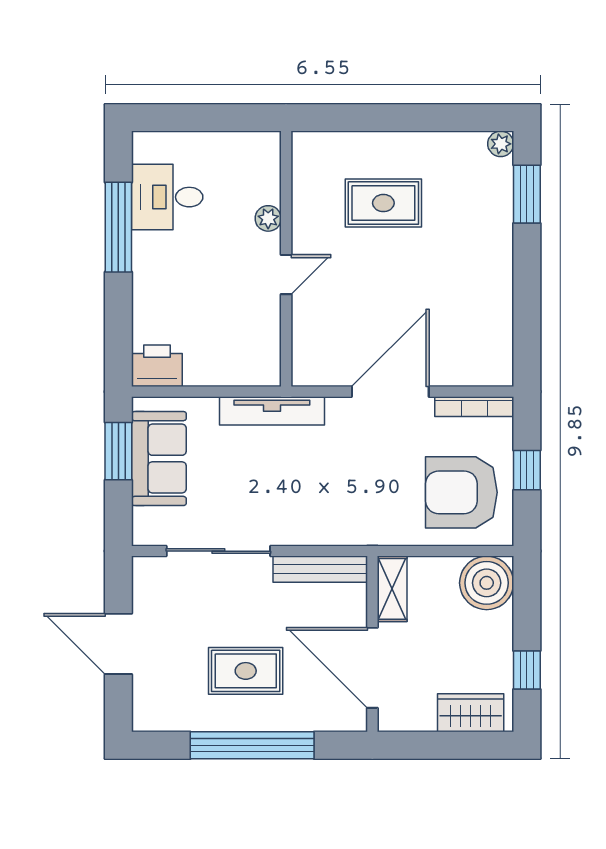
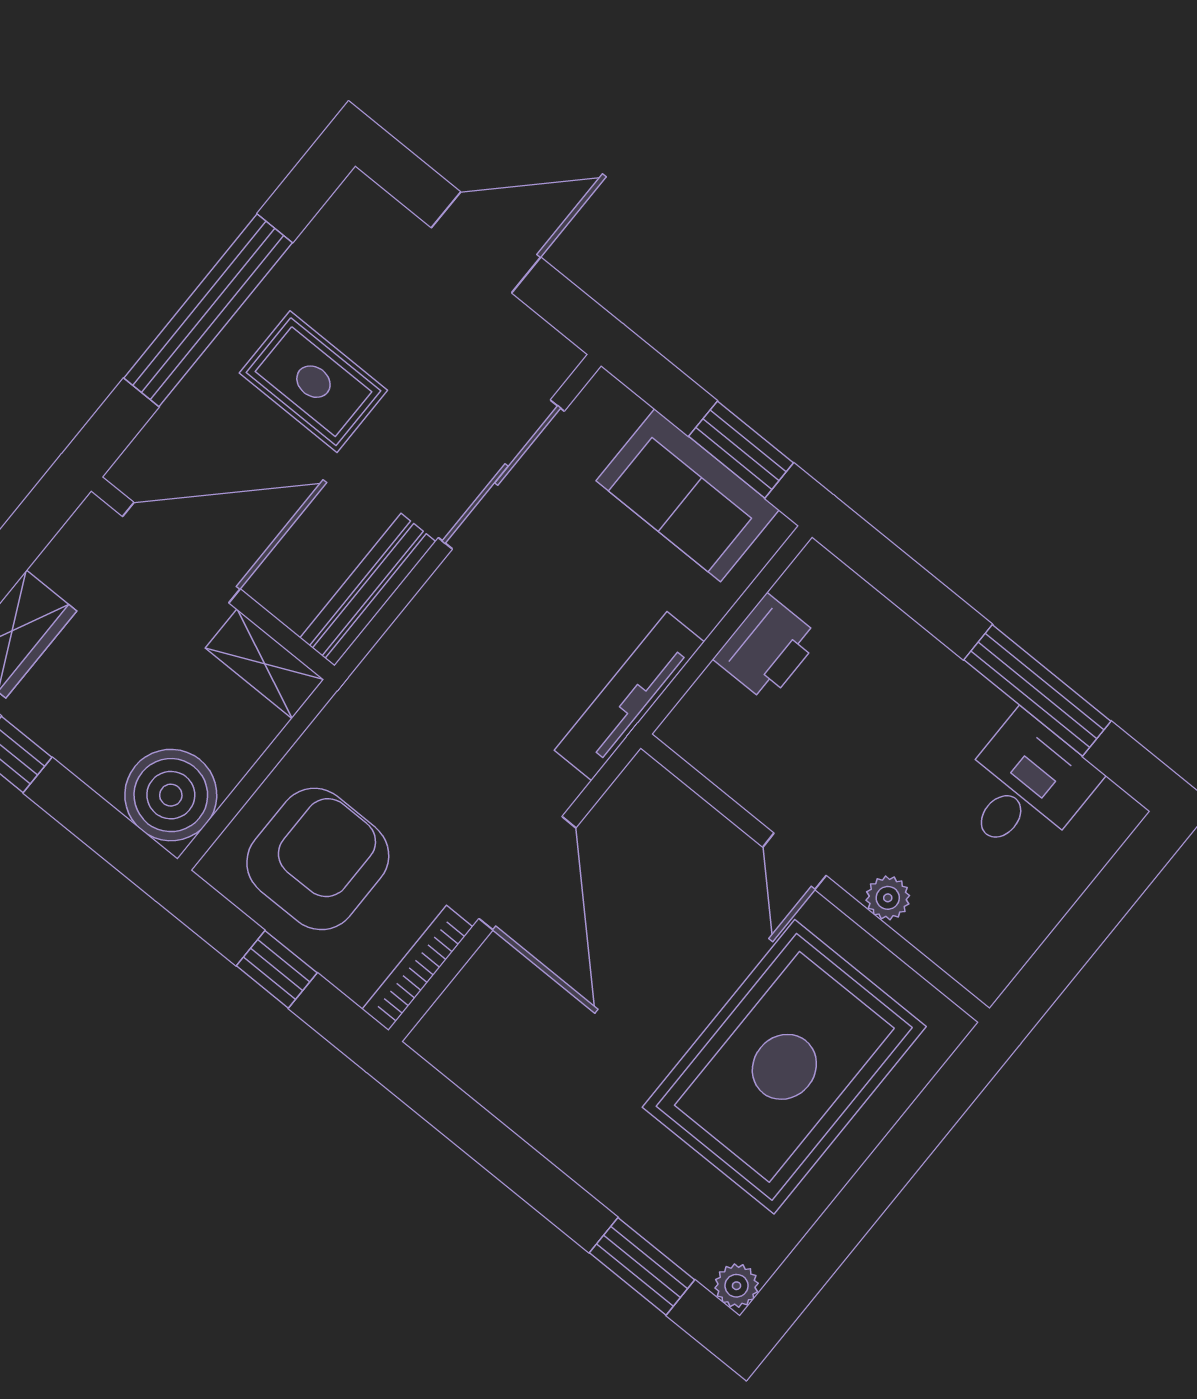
rug: (383, 203) -> (784, 1067), width x1.86, depth x2.06
printer: (157, 366) -> (767, 648), moved
rug: (246, 671) -> (313, 382), turned 90

